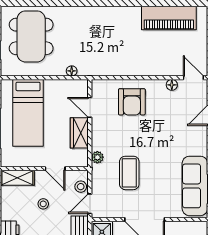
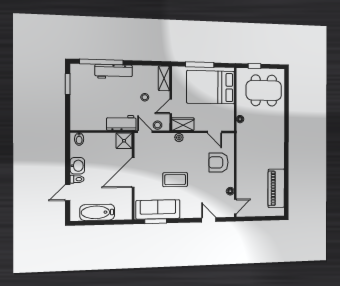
door: (90, 107) -> (215, 132), swing flipped
bed: (28, 113) -> (211, 87), width x1.50
wardrobe: (79, 133) -> (183, 124), moved
coffee table: (129, 173) -> (175, 180), moved

